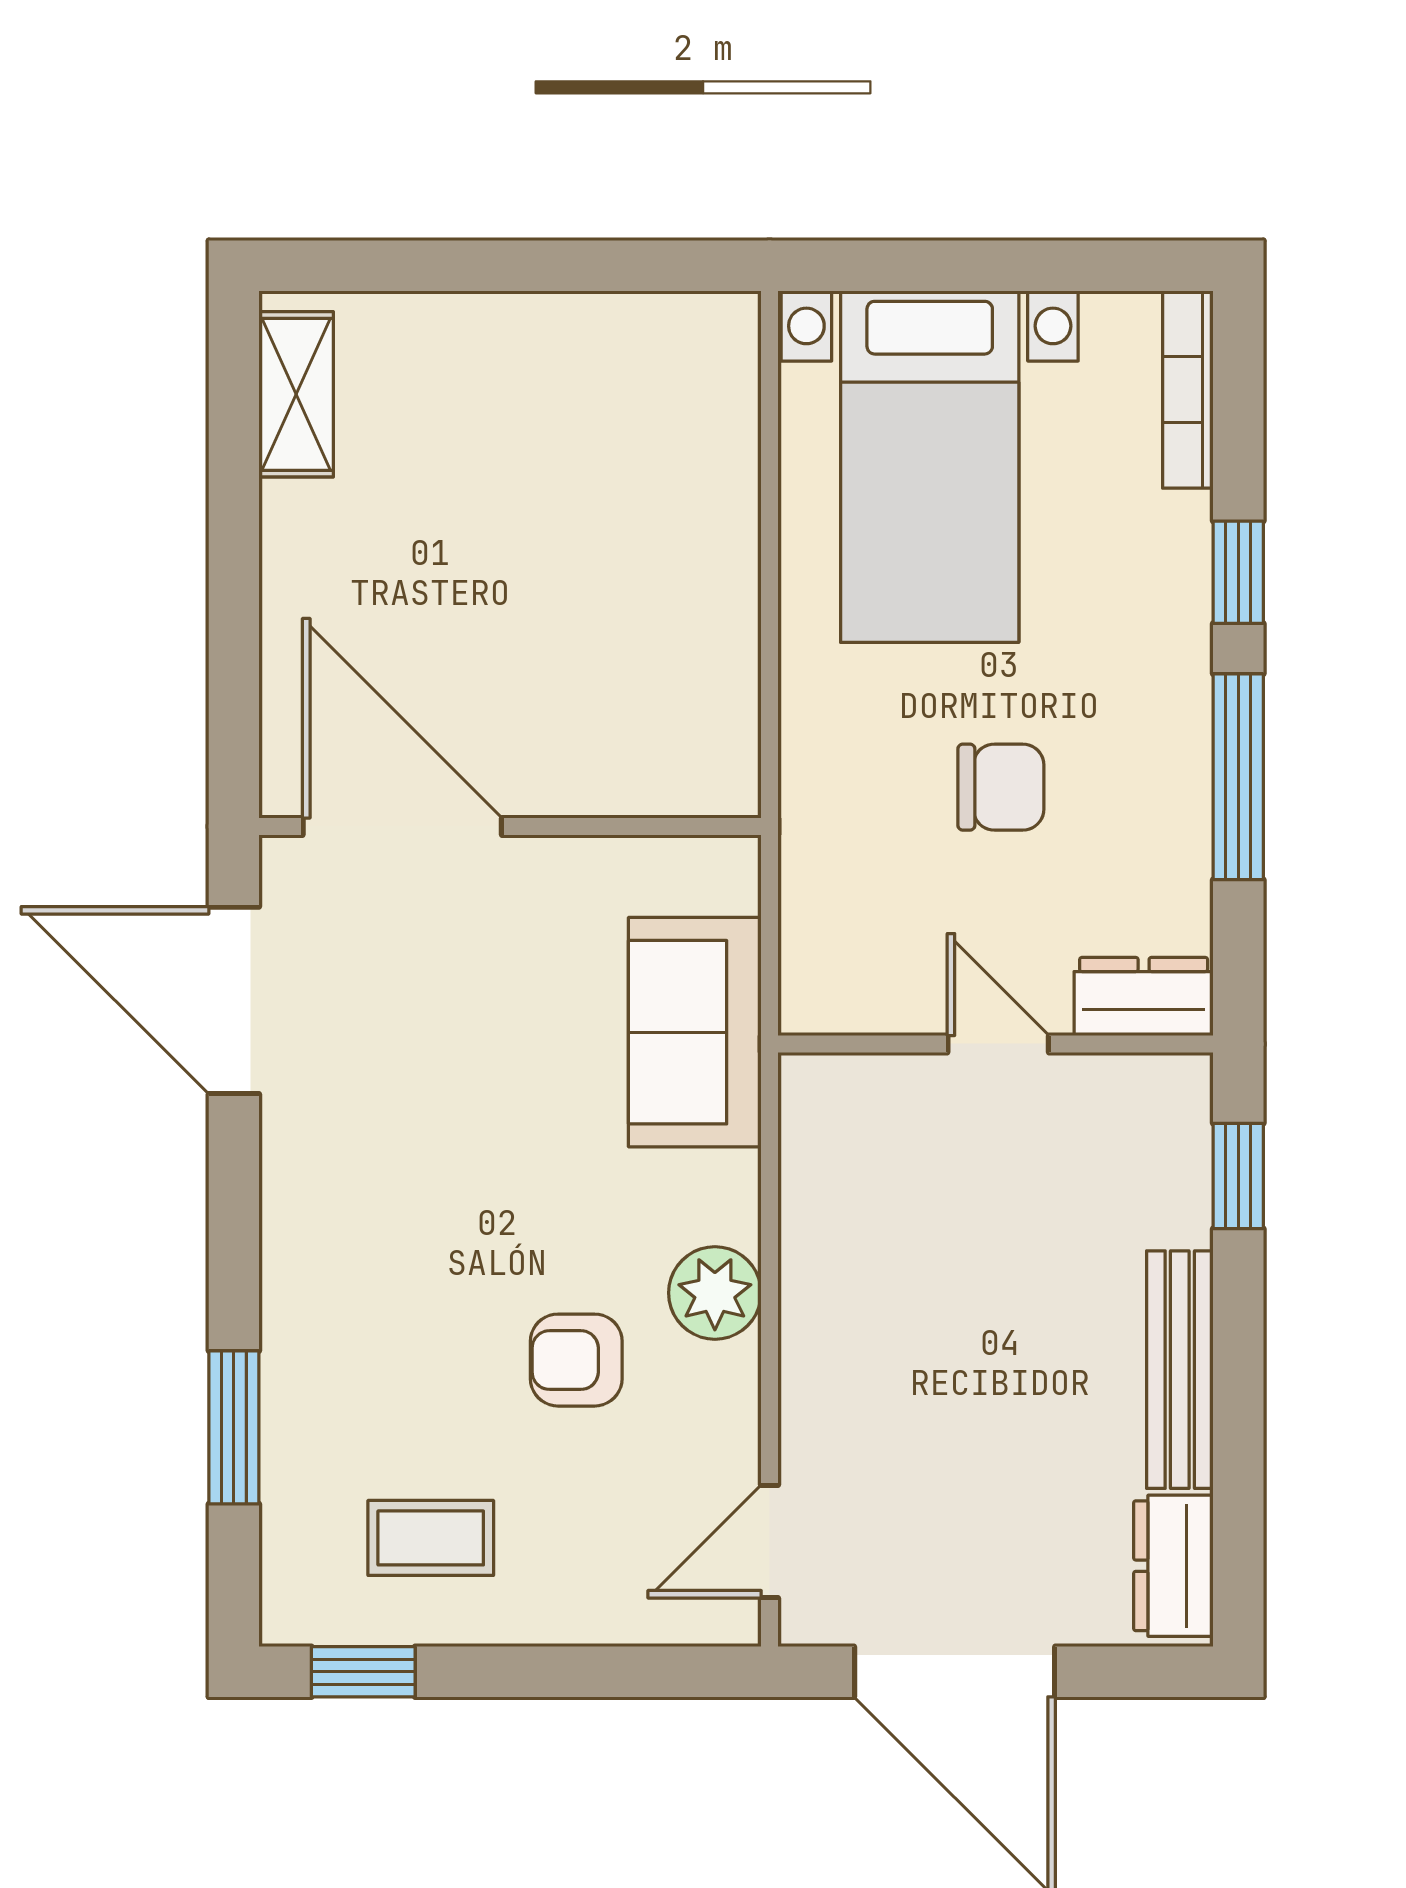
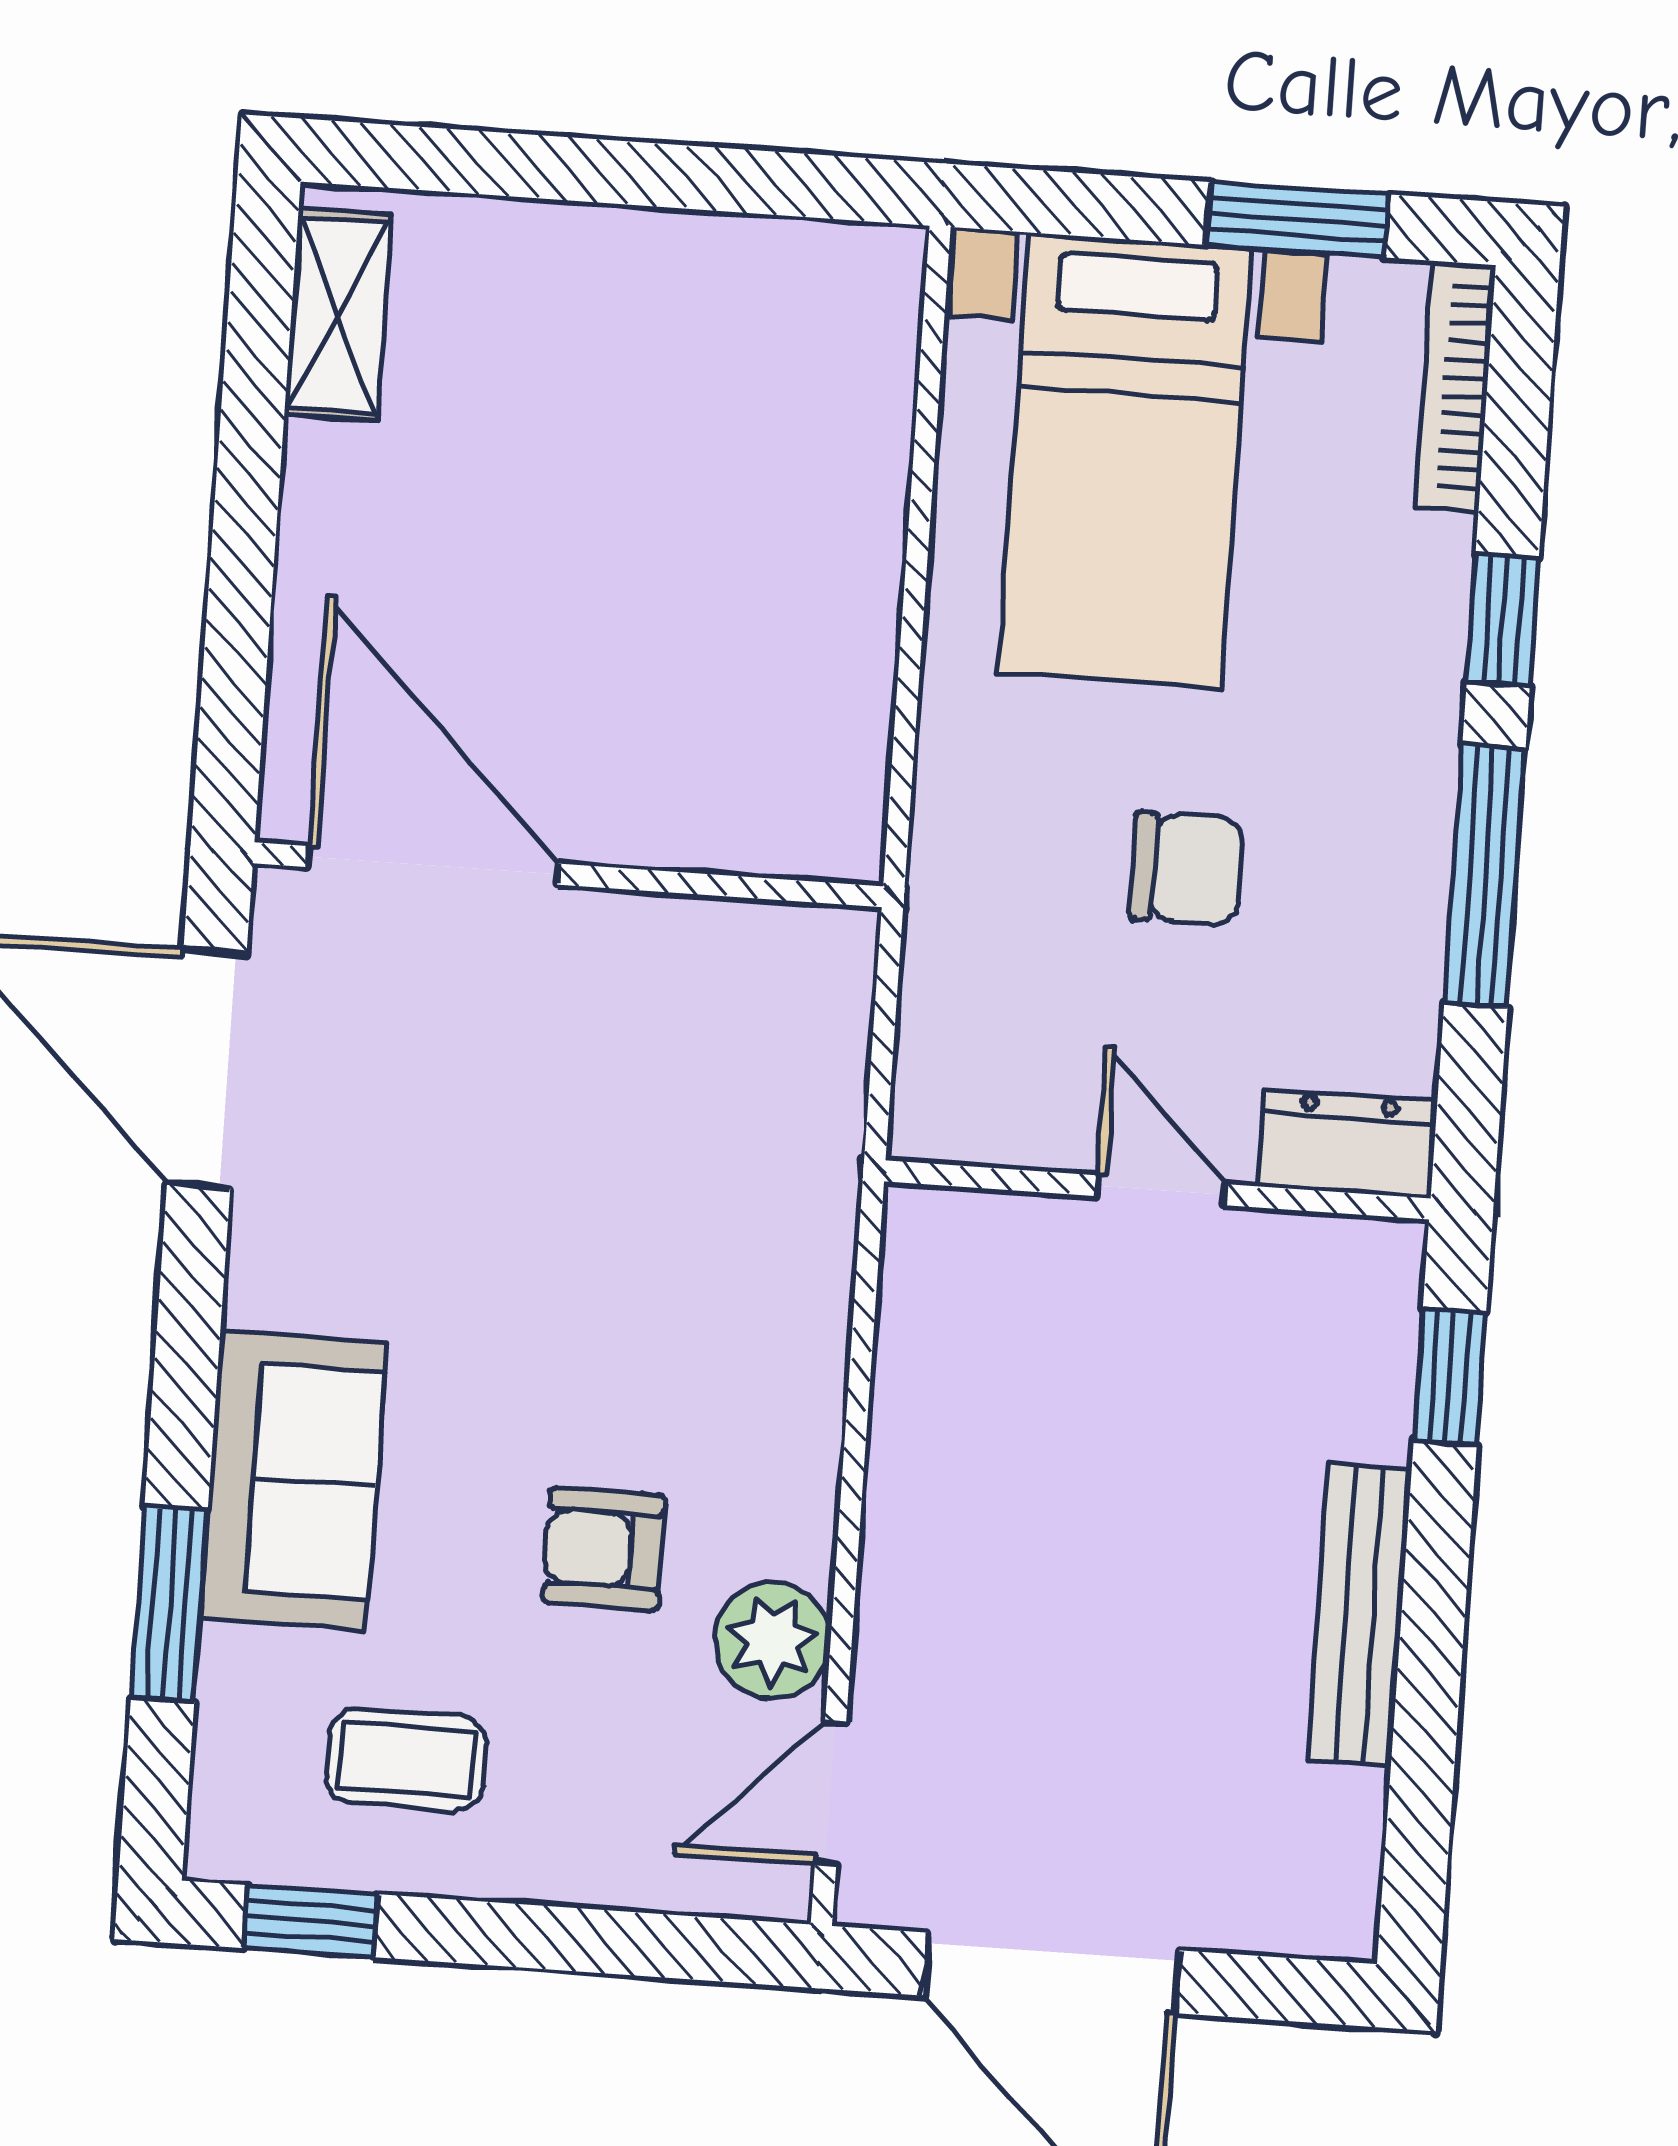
window: (1053, 266) -> (1297, 220), added
sofa: (695, 1032) -> (293, 1480), moved, turned 180
plant: (715, 1293) -> (772, 1640), moved
dresser: (1173, 1566) -> (1334, 1859), removed

